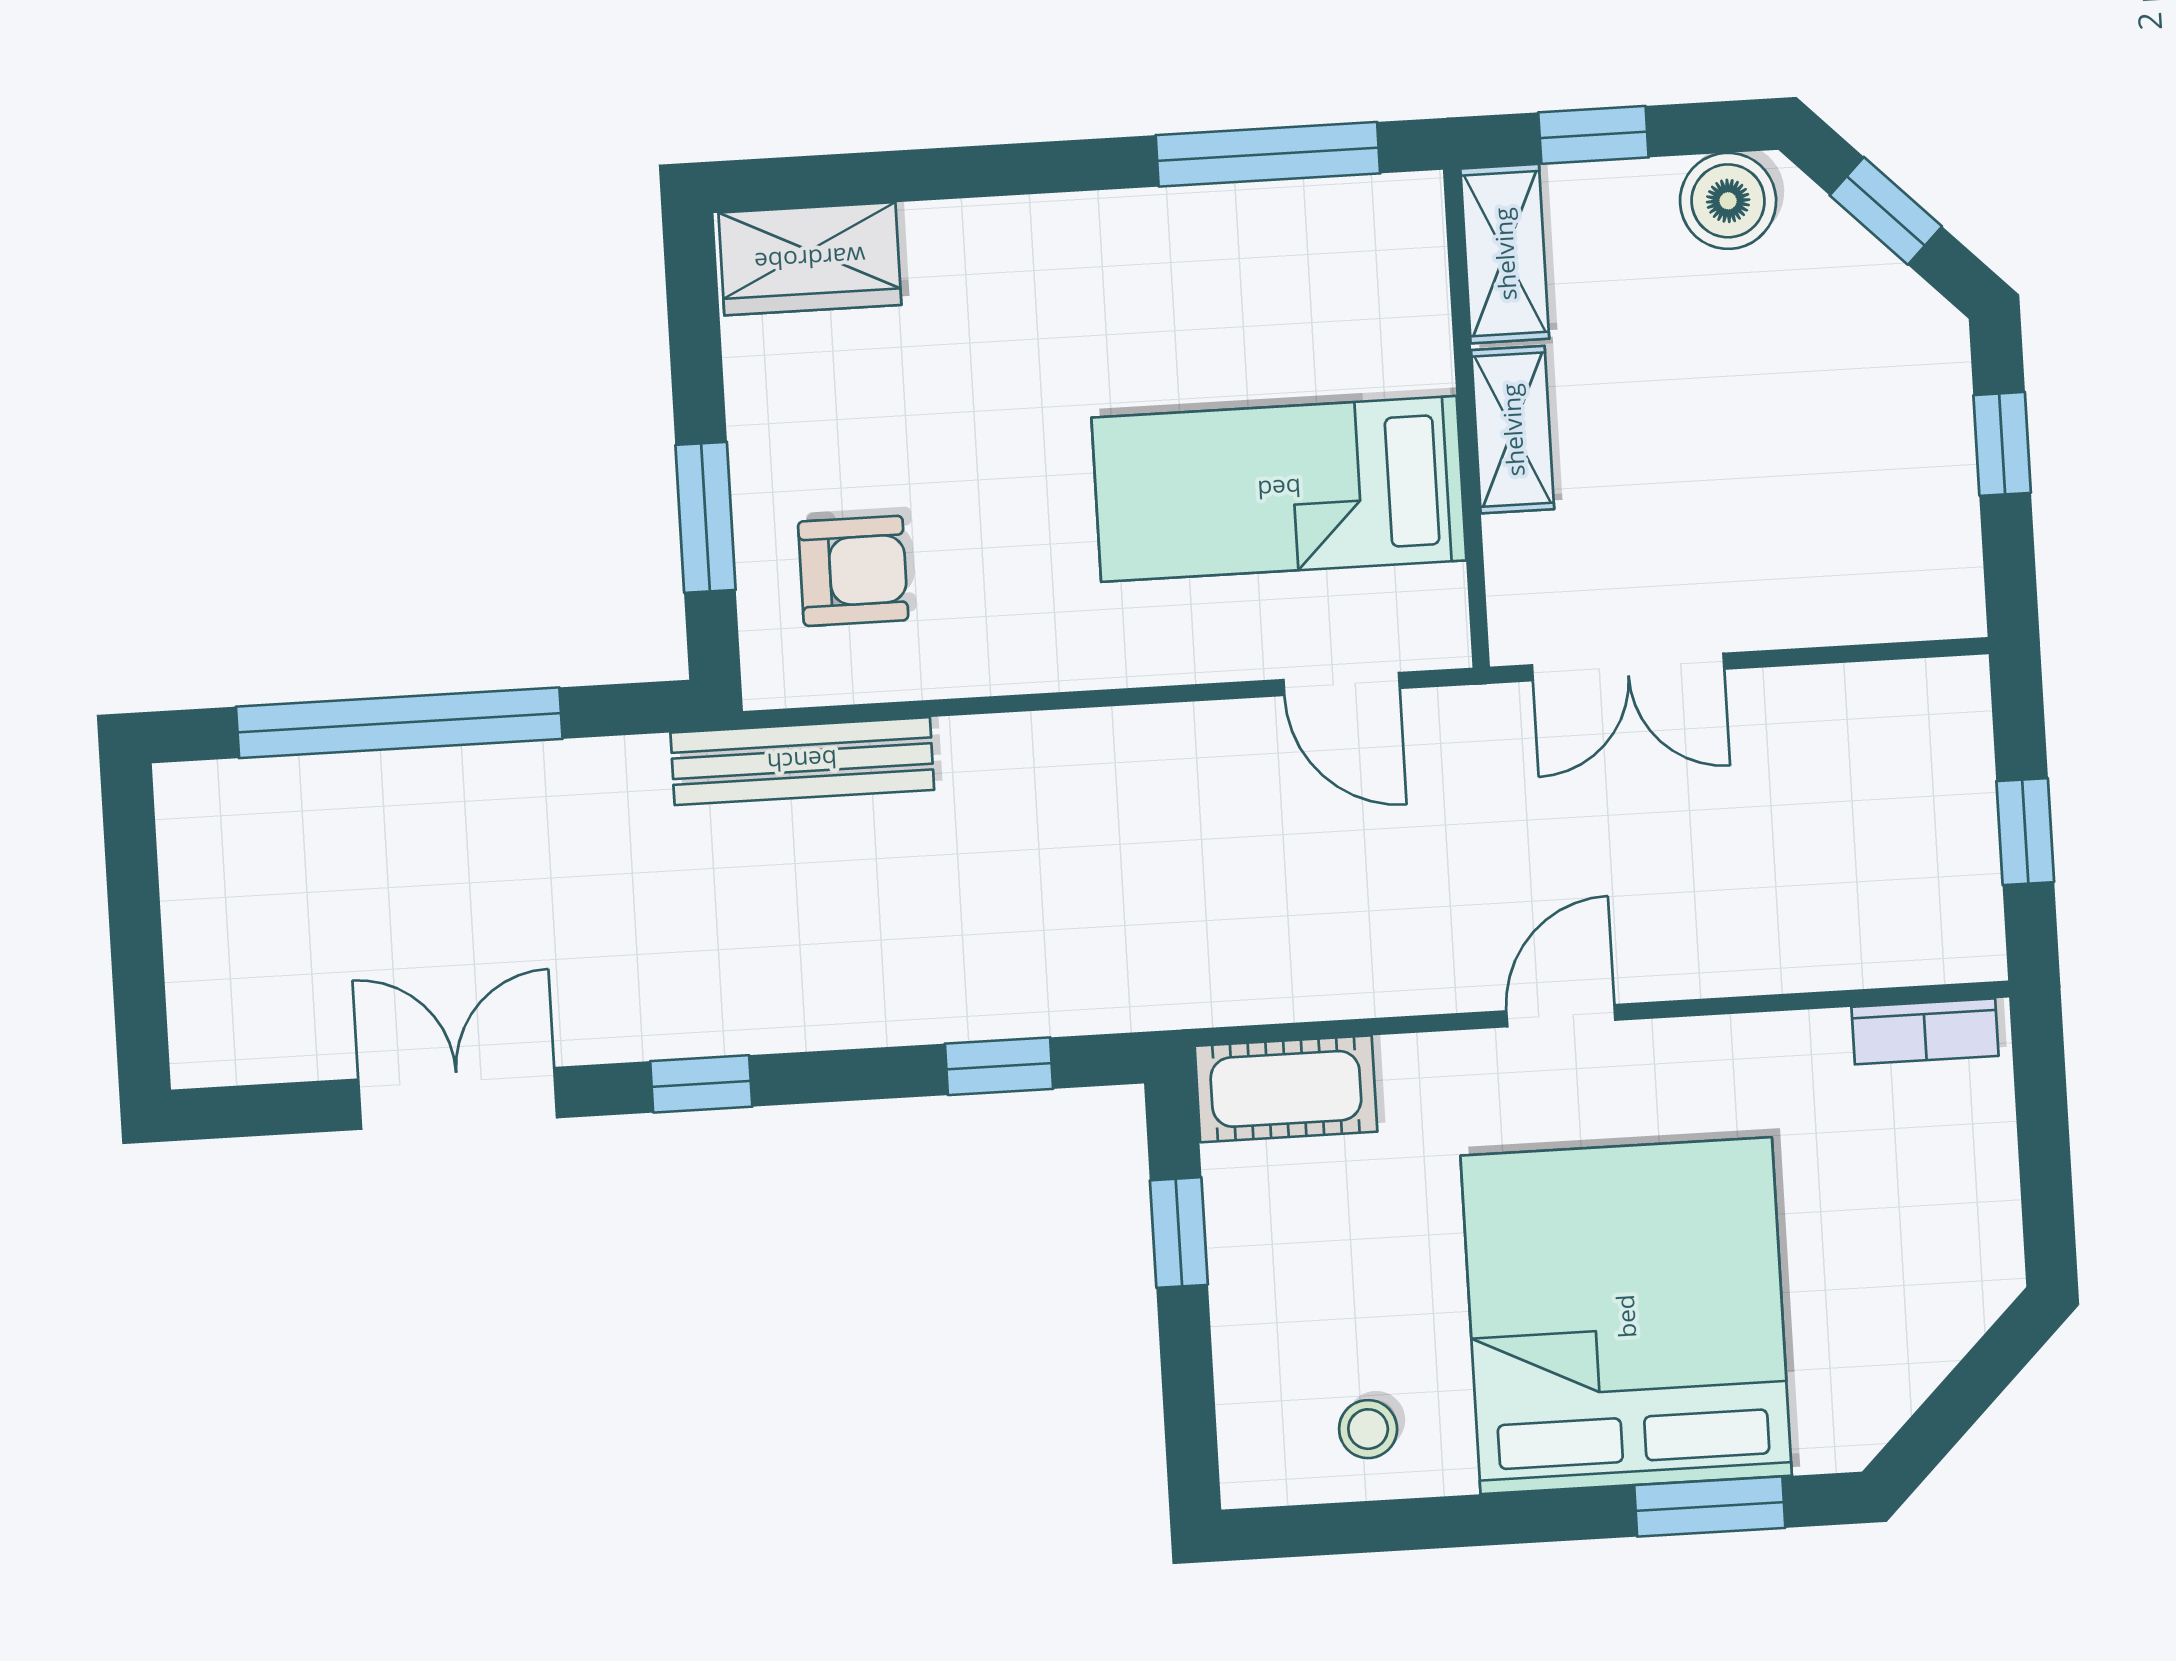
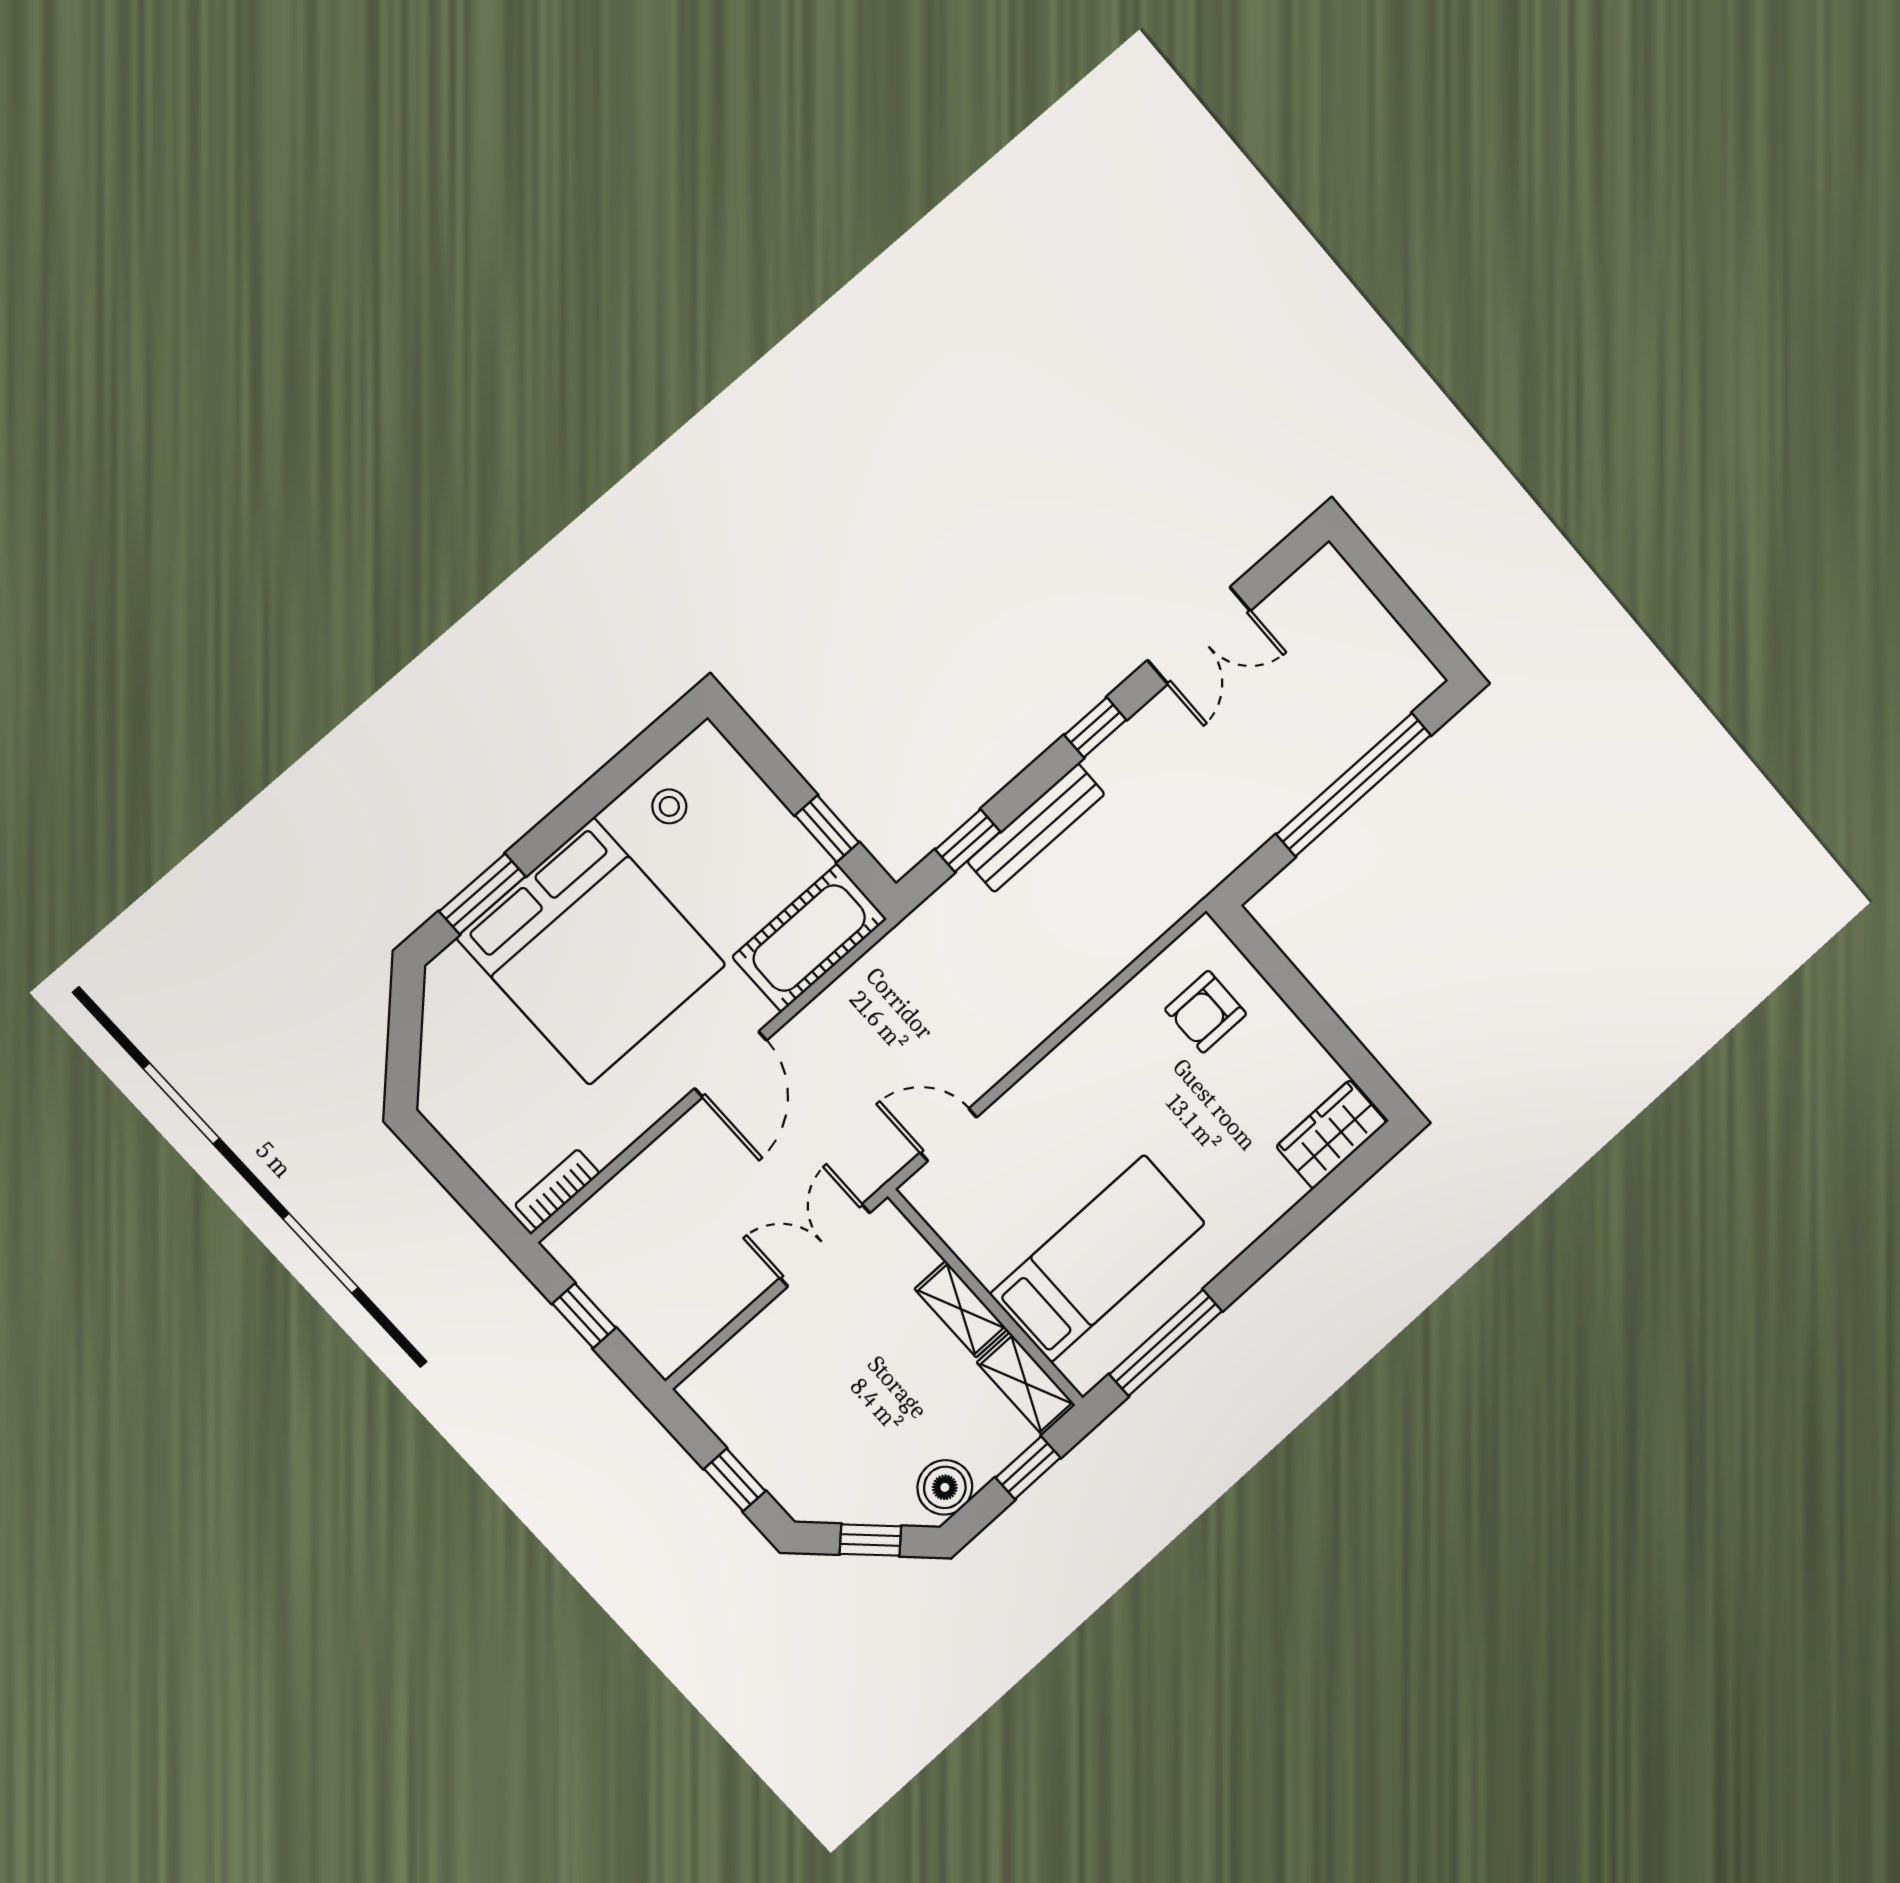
bed: (1279, 489) -> (1098, 1258), moved
window: (706, 517) -> (1289, 984), removed
bench: (802, 761) -> (1036, 828), moved
door: (1561, 1016) -> (731, 1064), width x1.37
cot: (1286, 1089) -> (809, 938), width x1.37, depth x1.34

